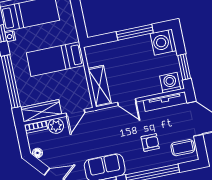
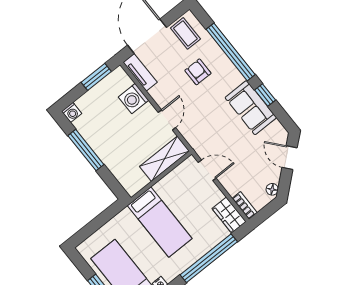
washing machine: (163, 42) -> (72, 113), width x0.53, depth x0.53
washing machine: (170, 83) -> (134, 99), moved
tv unit: (165, 102) -> (140, 72), width x0.71
wardrobe: (41, 111) -> (229, 215), width x0.67
plant: (56, 126) -> (232, 184), removed

